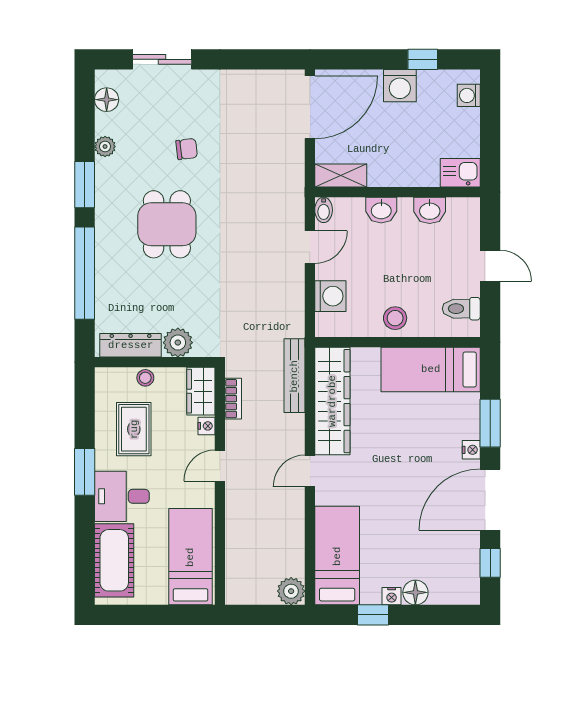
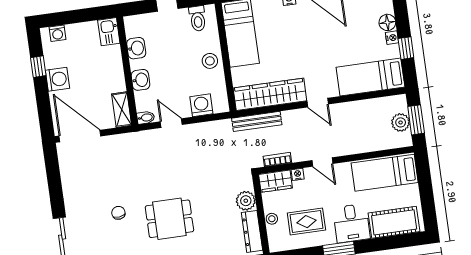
plant: (291, 591) -> (401, 122), moved
window: (263, 615) -> (416, 120), added

